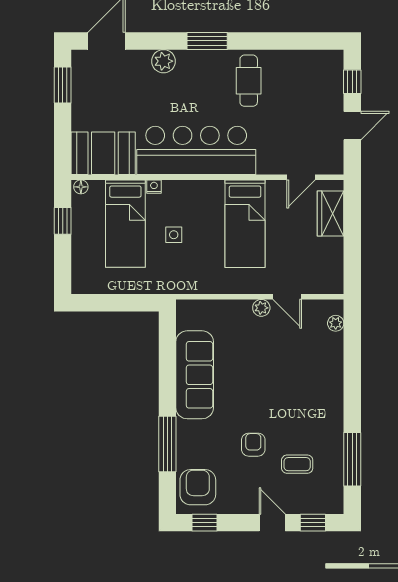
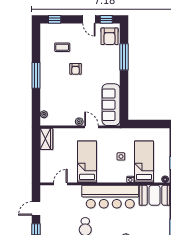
wardrobe: (331, 213) -> (46, 139), moved
door: (287, 297) -> (92, 127), moved
sofa: (195, 375) -> (111, 105), moved
armchair: (253, 445) -> (76, 69), moved
window: (352, 459) -> (36, 75), moved
door: (272, 523) -> (89, 19), moved

